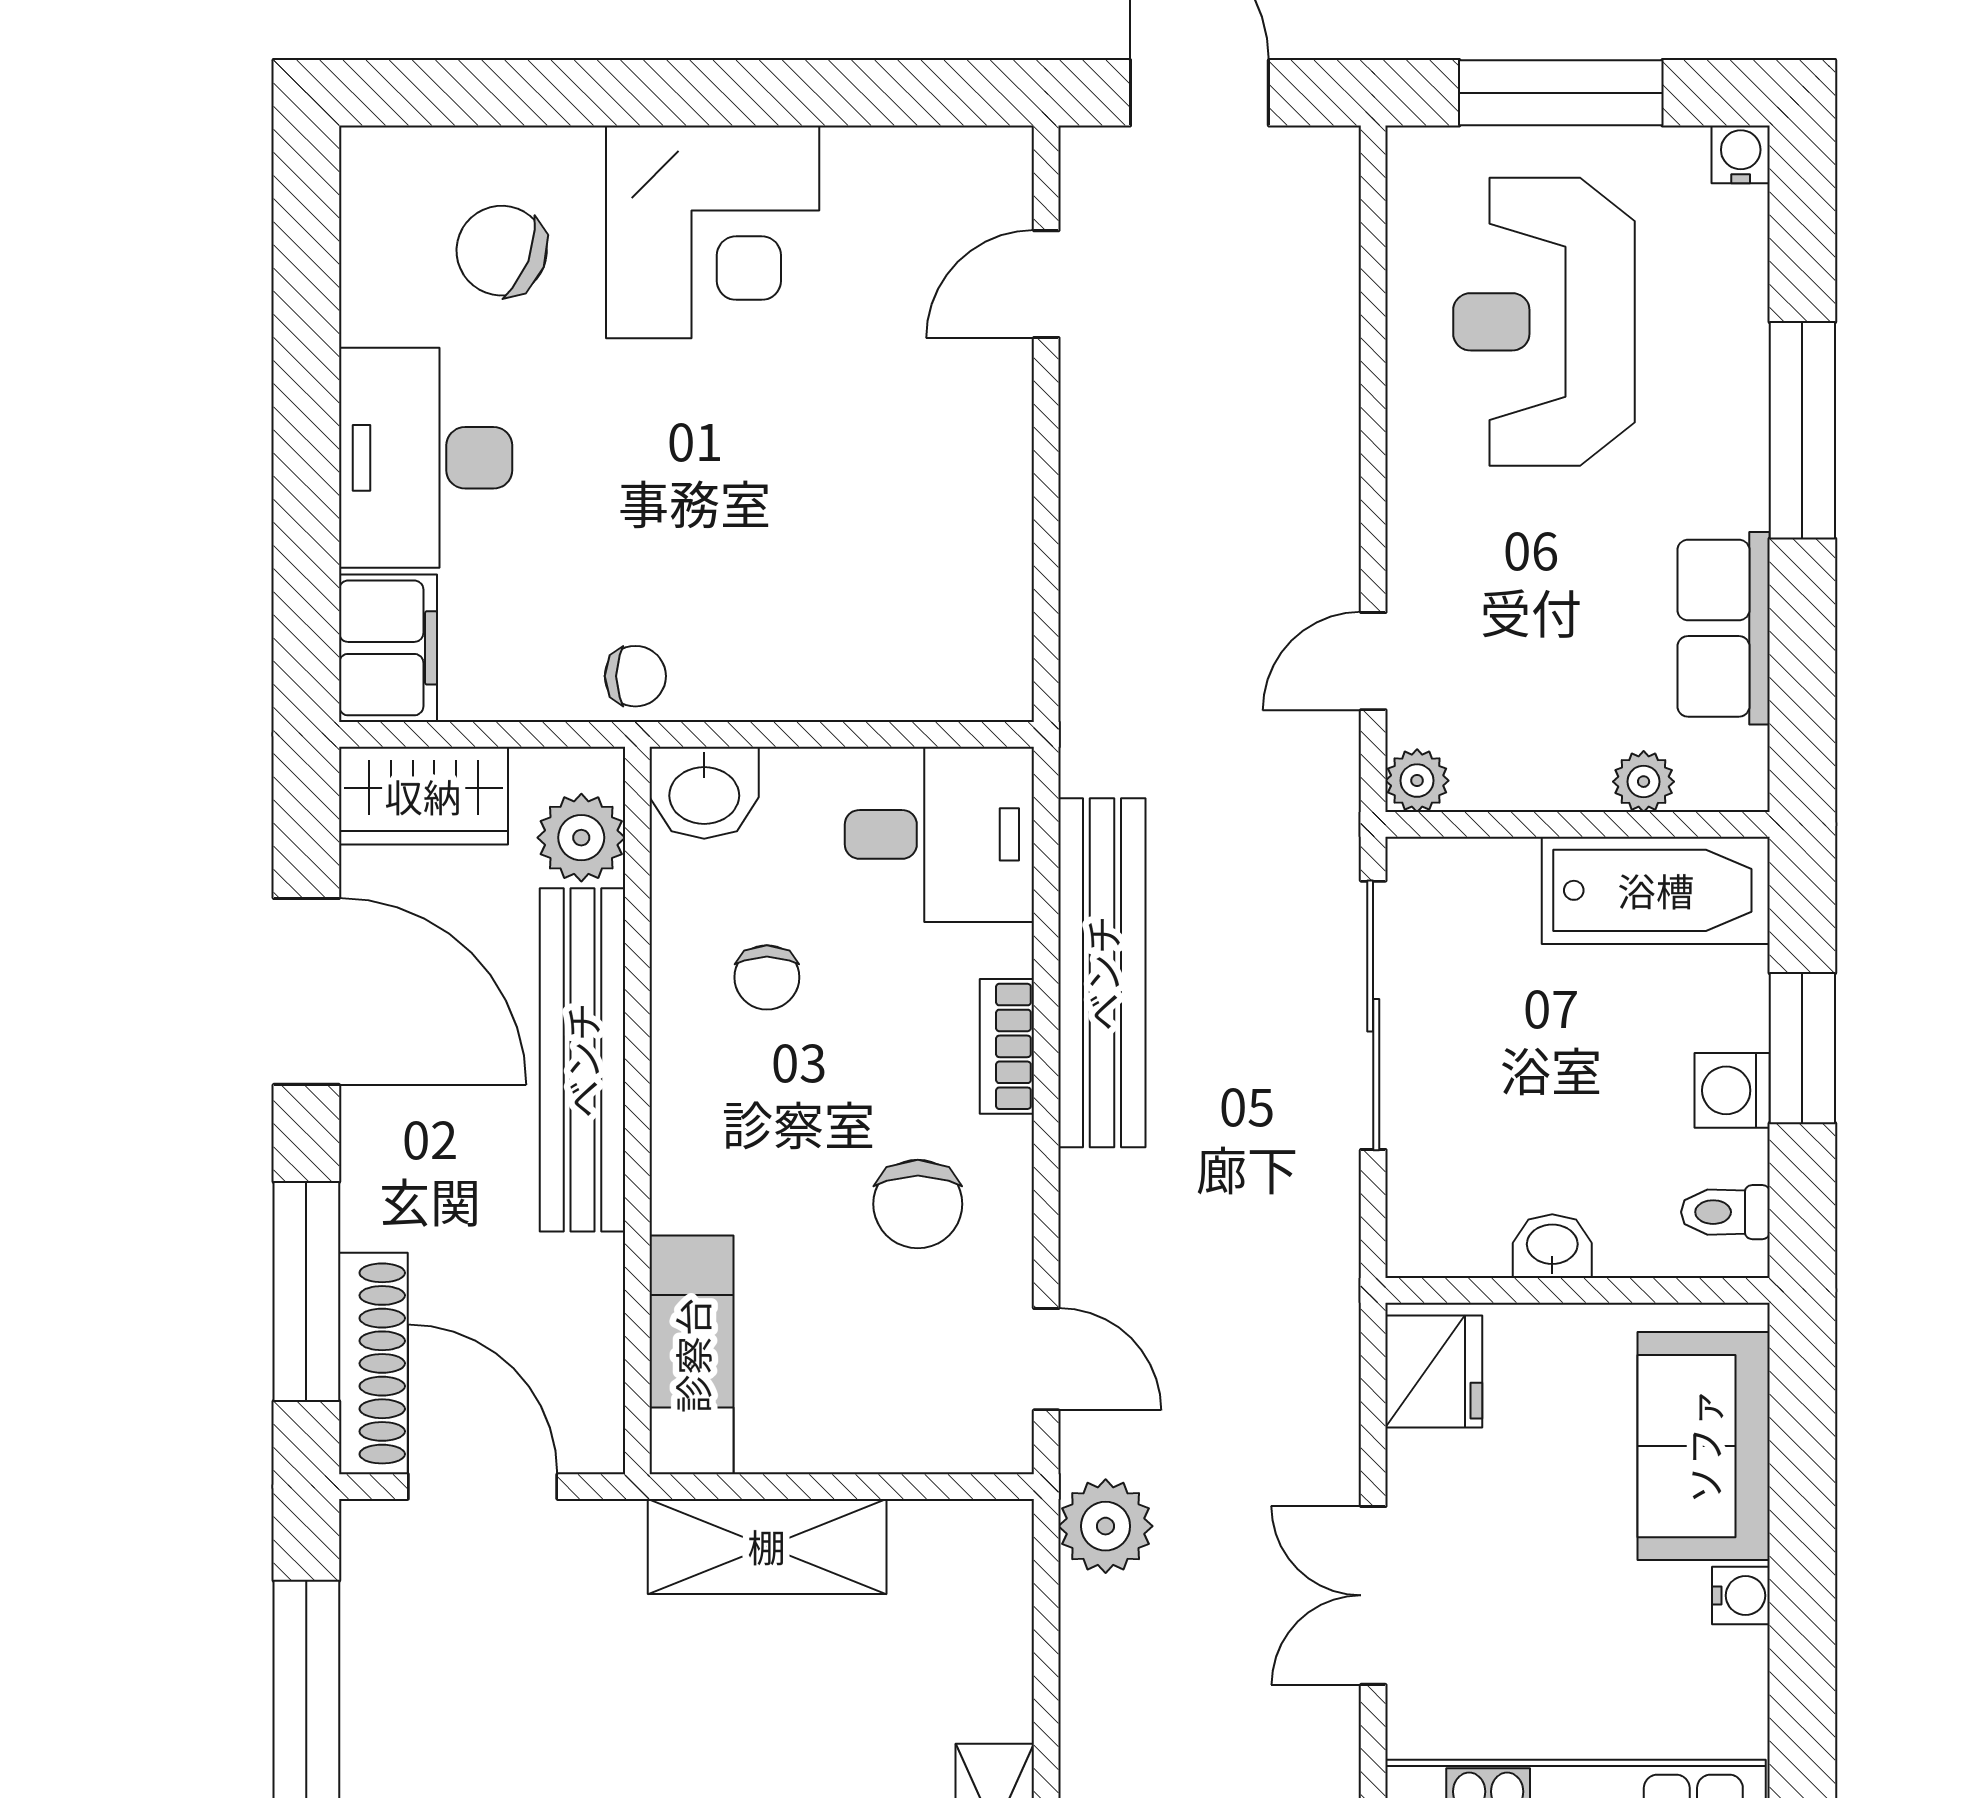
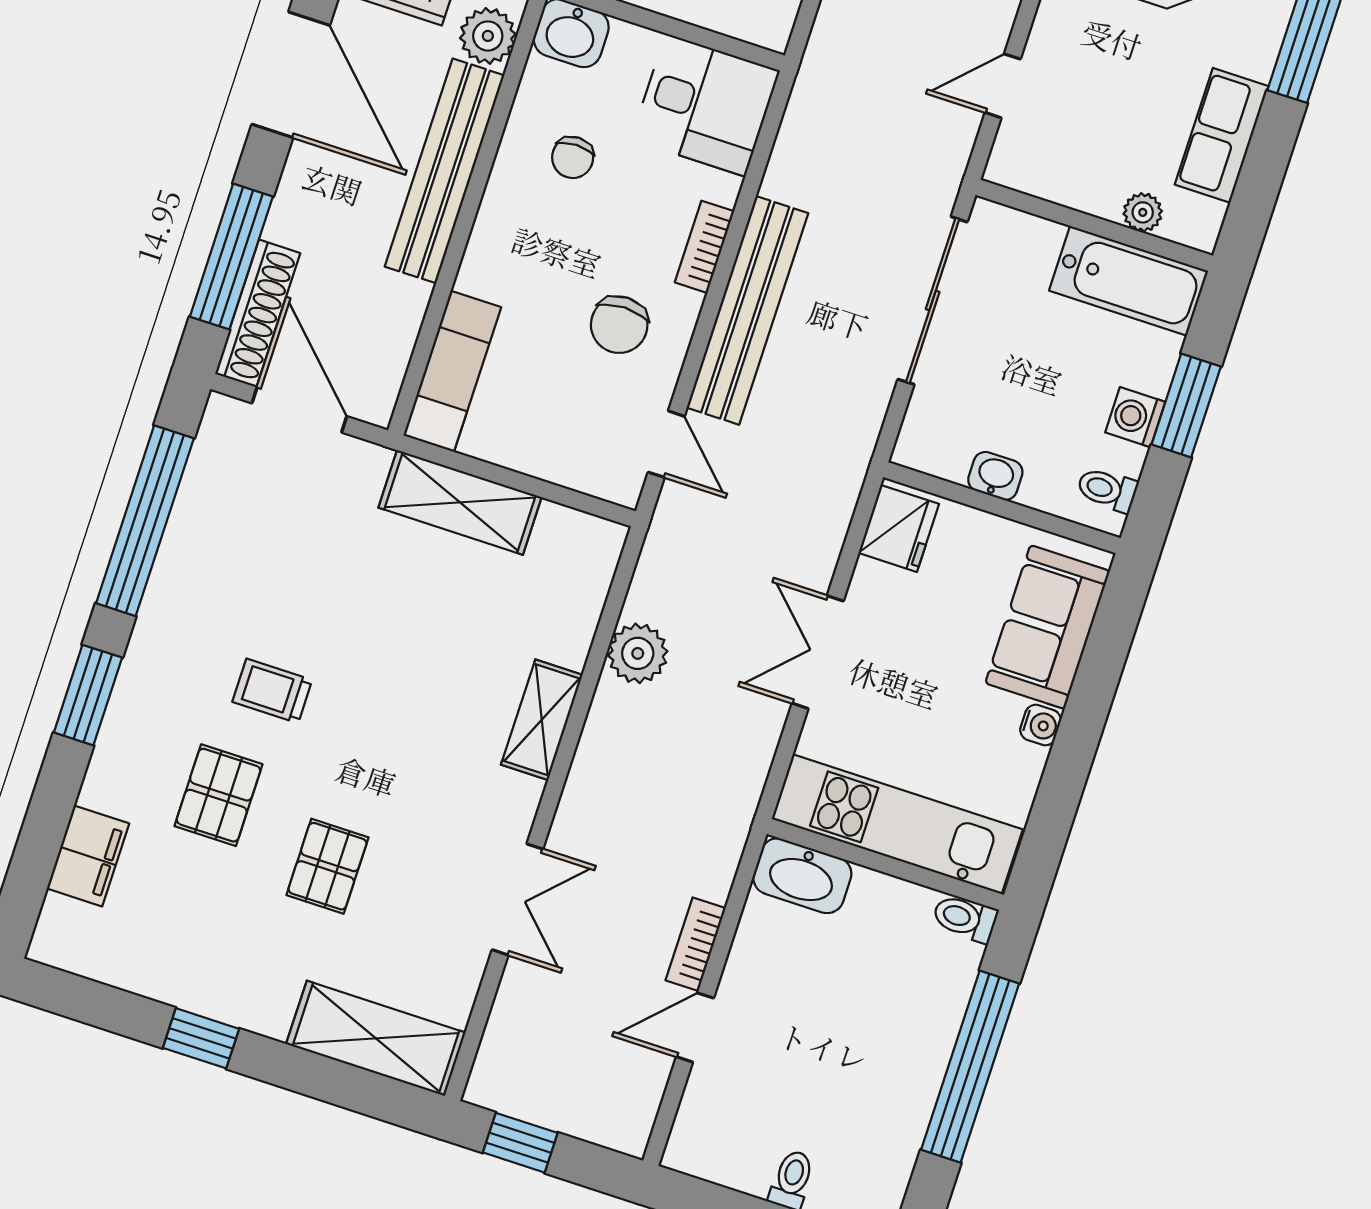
plant: (1417, 781) -> (1006, 167), removed
bench: (1102, 973) -> (747, 310), moved
plant: (1106, 1526) -> (638, 653), moved

